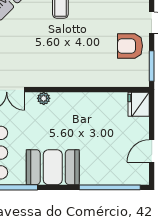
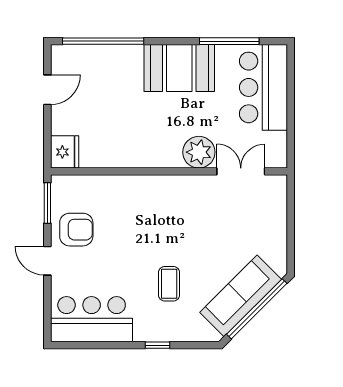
plant: (44, 98) -> (199, 152), width x1.88, depth x1.88

